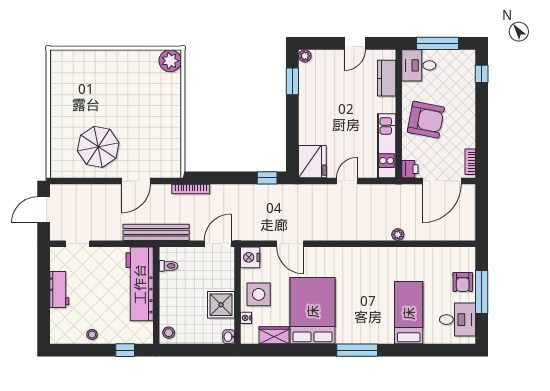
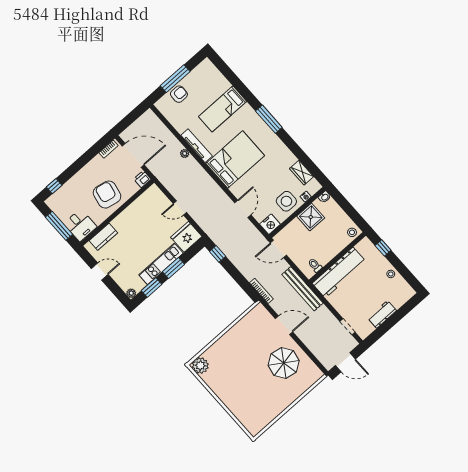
window: (292, 121) -> (173, 268), added
kitchen unit: (387, 146) -> (161, 264), moved, turned 180
tv unit: (395, 254) -> (197, 146), added
bed: (313, 311) -> (235, 160), moved, turned 180
desk: (457, 320) -> (202, 78), removed

